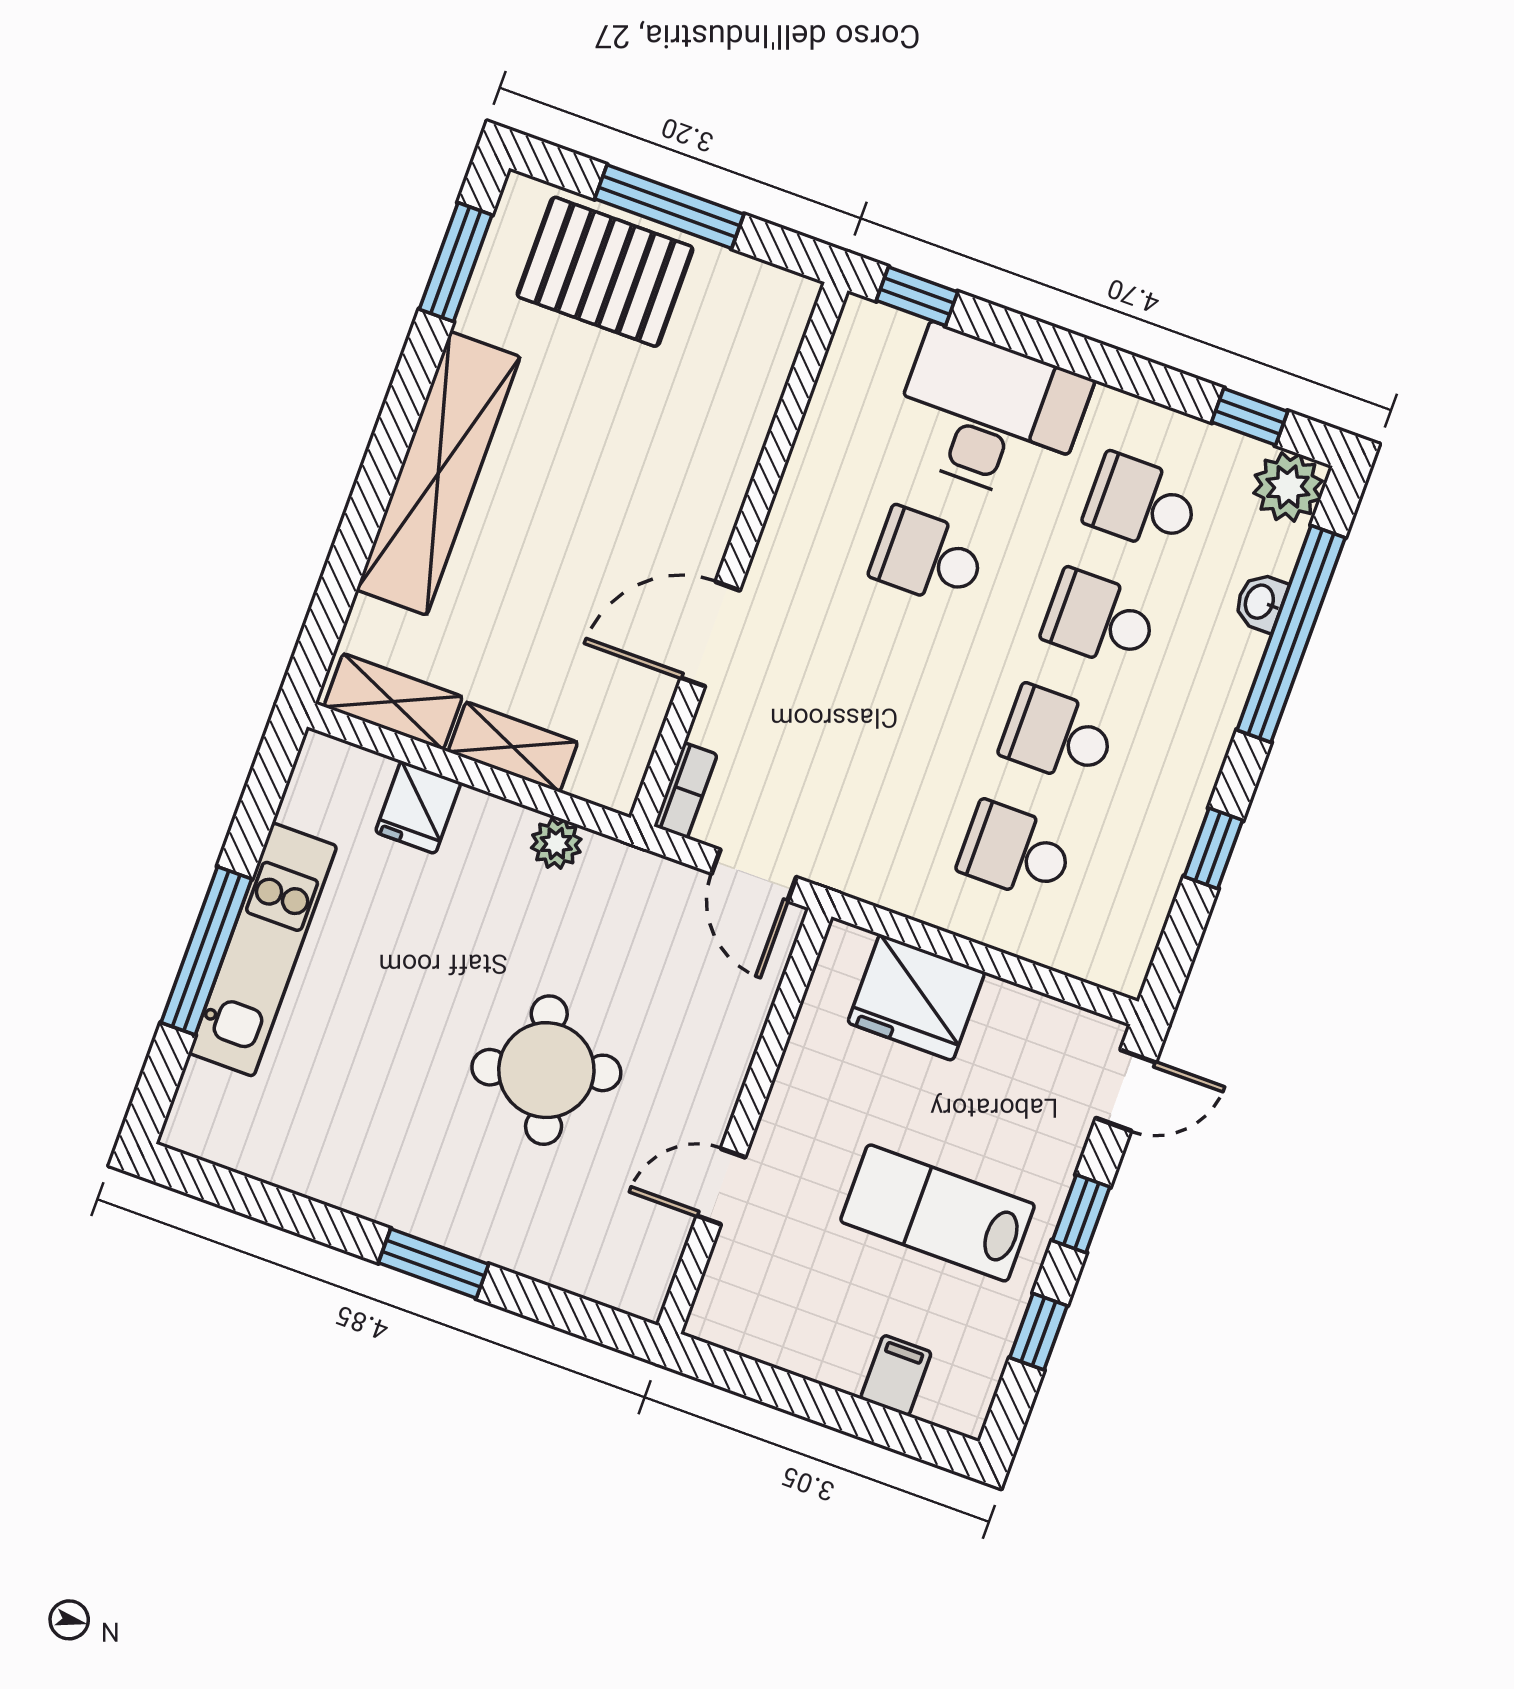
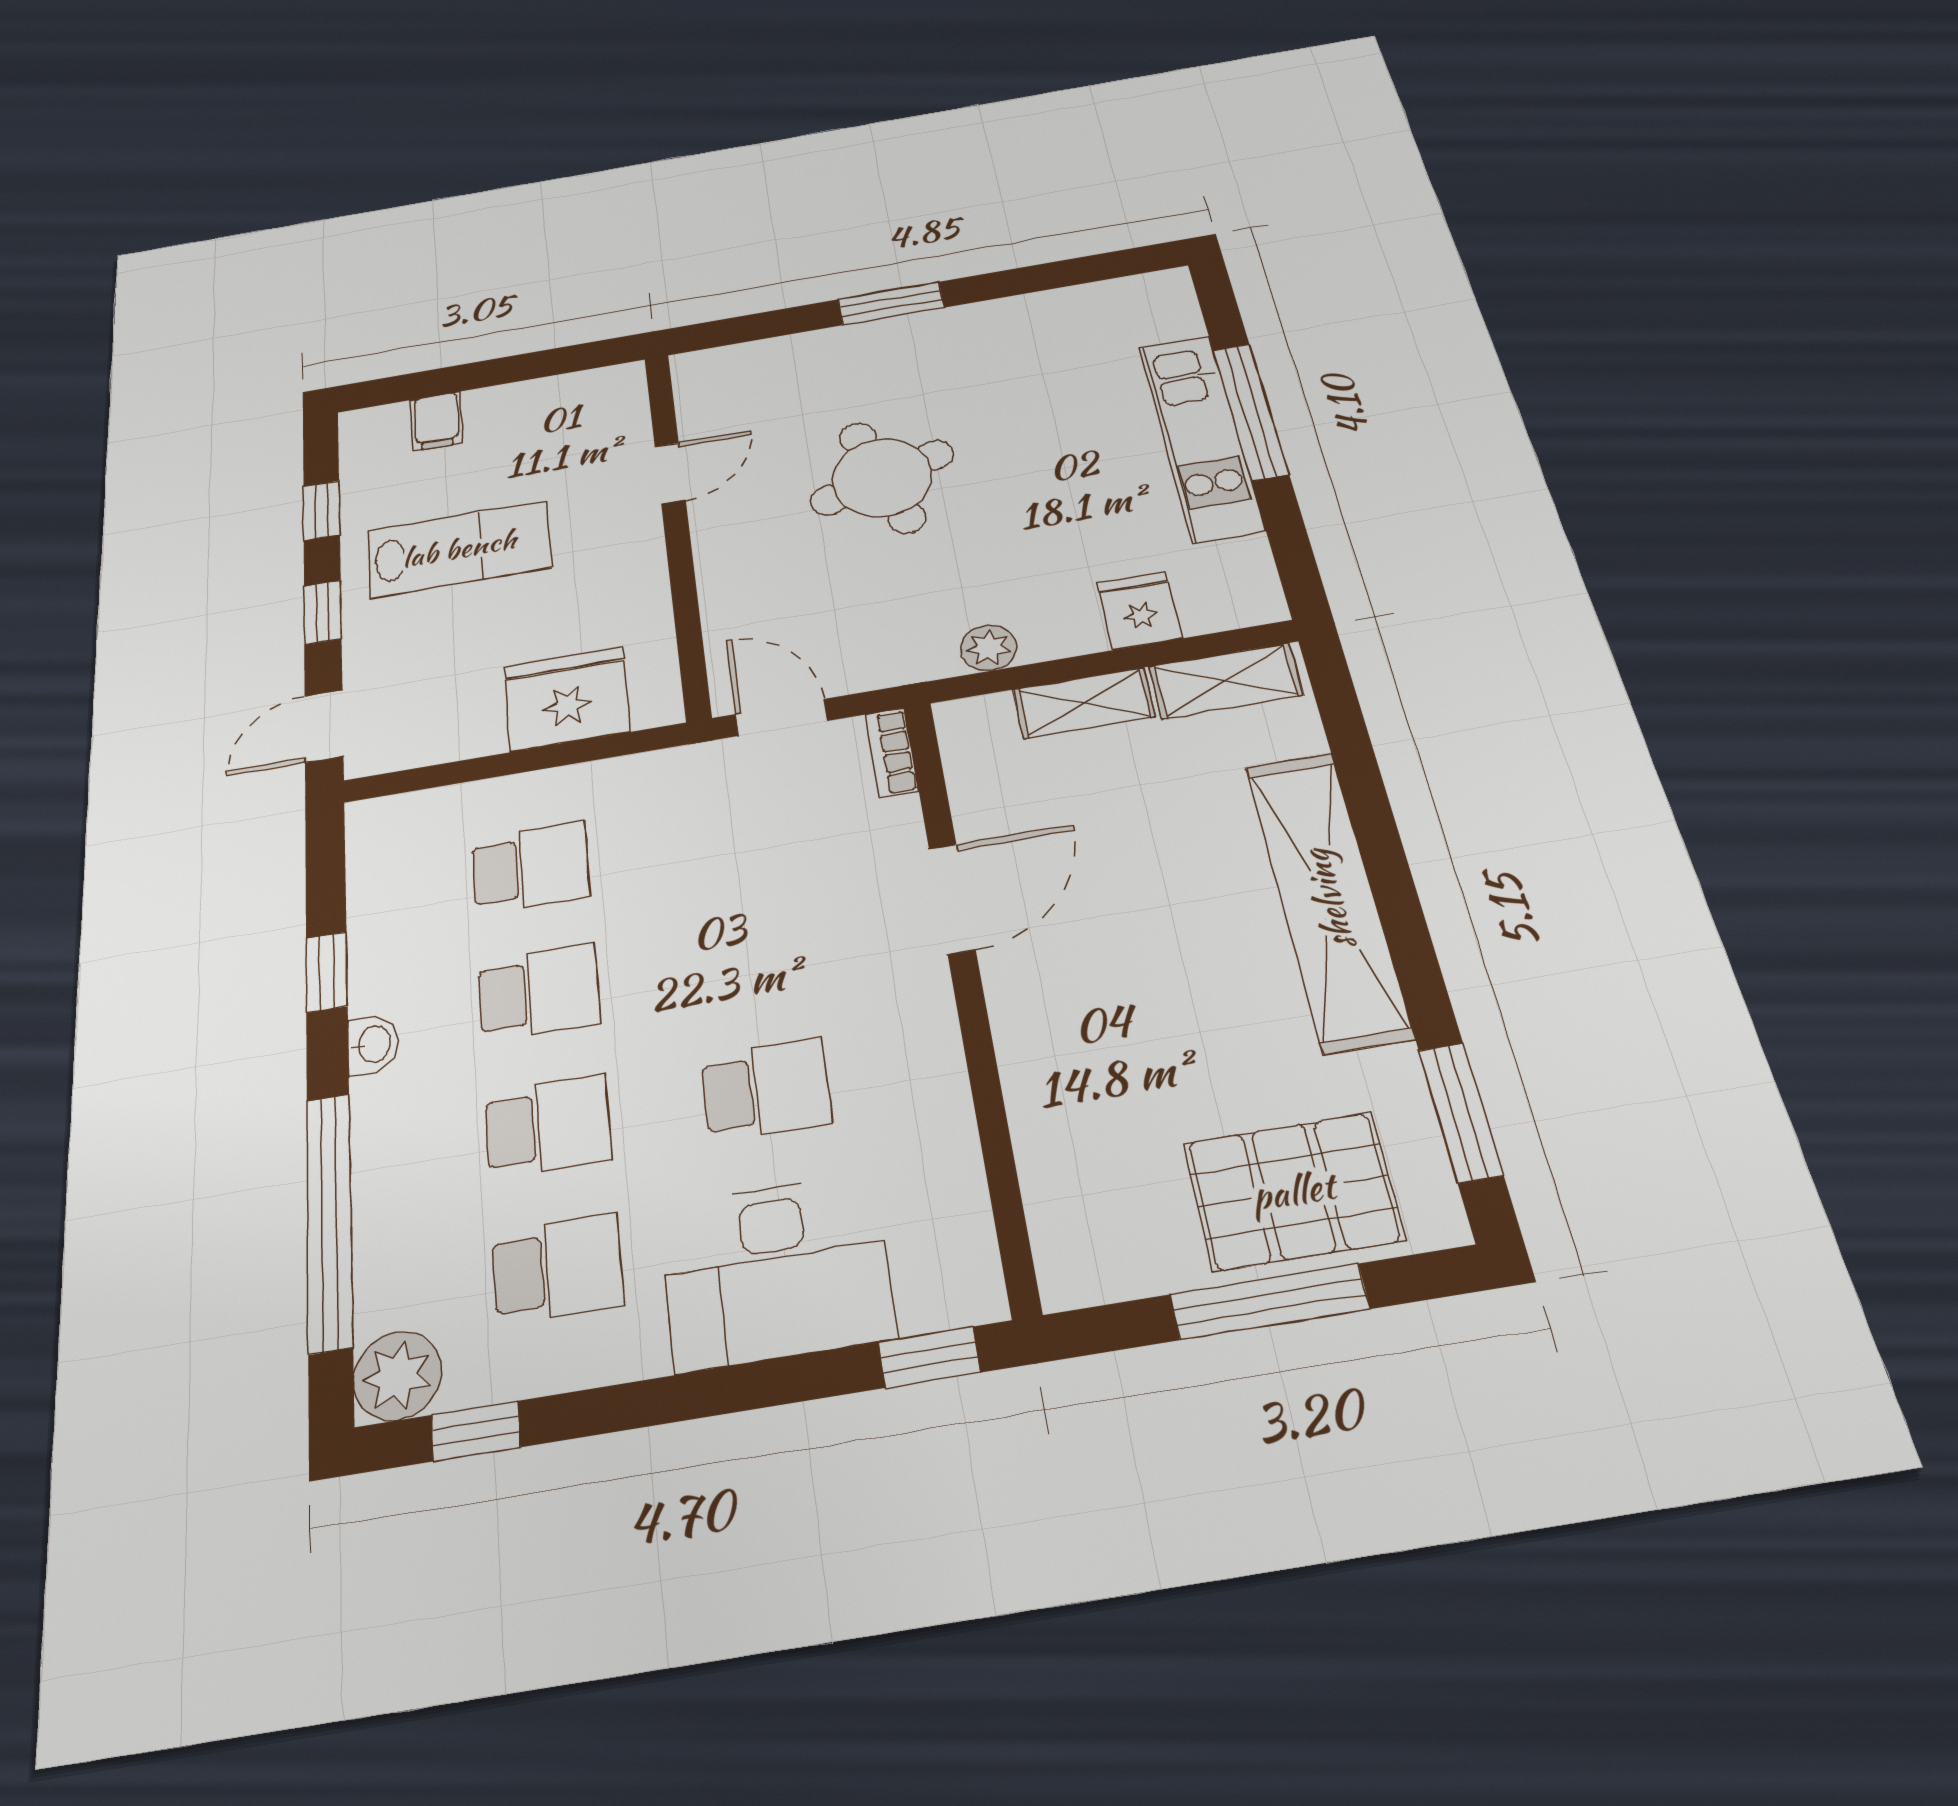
washbasin: (1261, 602) -> (373, 1044), moved

